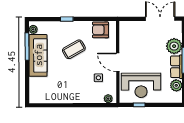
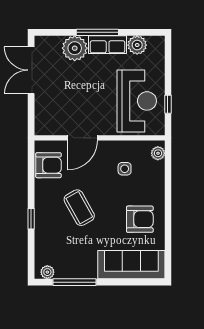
armchair: (100, 30) -> (48, 165), turned -90
sofa: (38, 55) -> (131, 265), moved
door: (118, 62) -> (82, 138), moved
armchair: (67, 87) -> (140, 219), added

